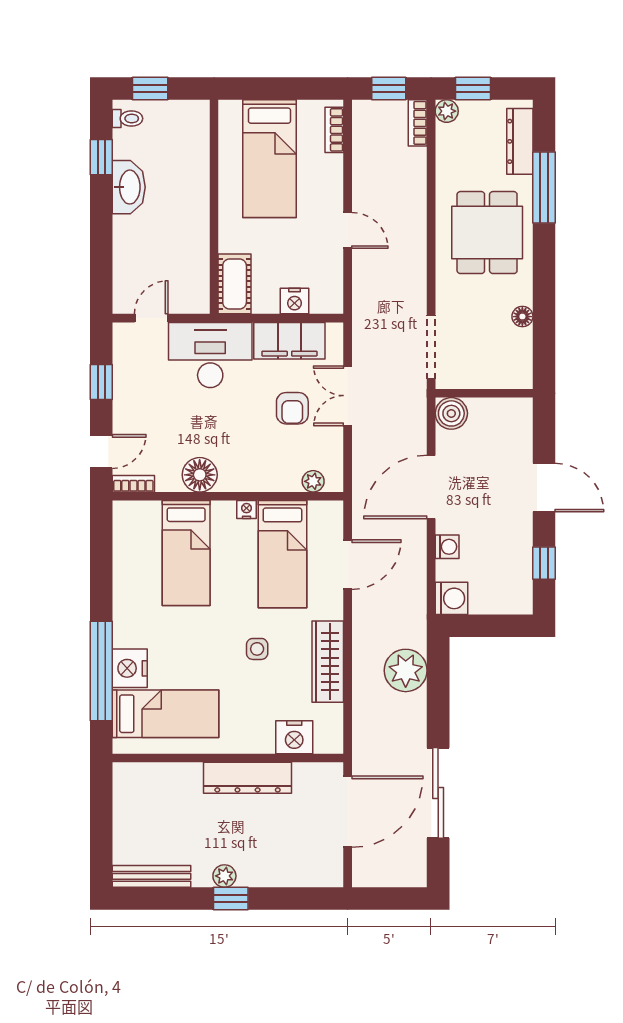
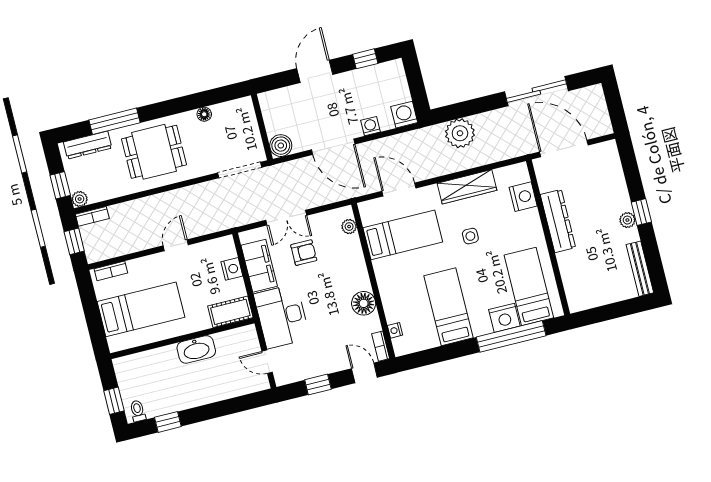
washbasin: (129, 187) -> (196, 349), moved, turned 180
nightstand: (246, 510) -> (395, 330), moved
bed: (186, 553) -> (449, 307), moved, turned -90

